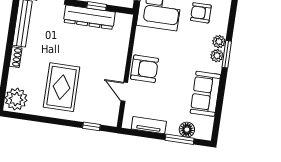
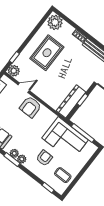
dresser: (89, 17) -> (71, 101), moved
rug: (62, 87) -> (47, 53), turned 90
plant: (110, 117) -> (14, 71), added

